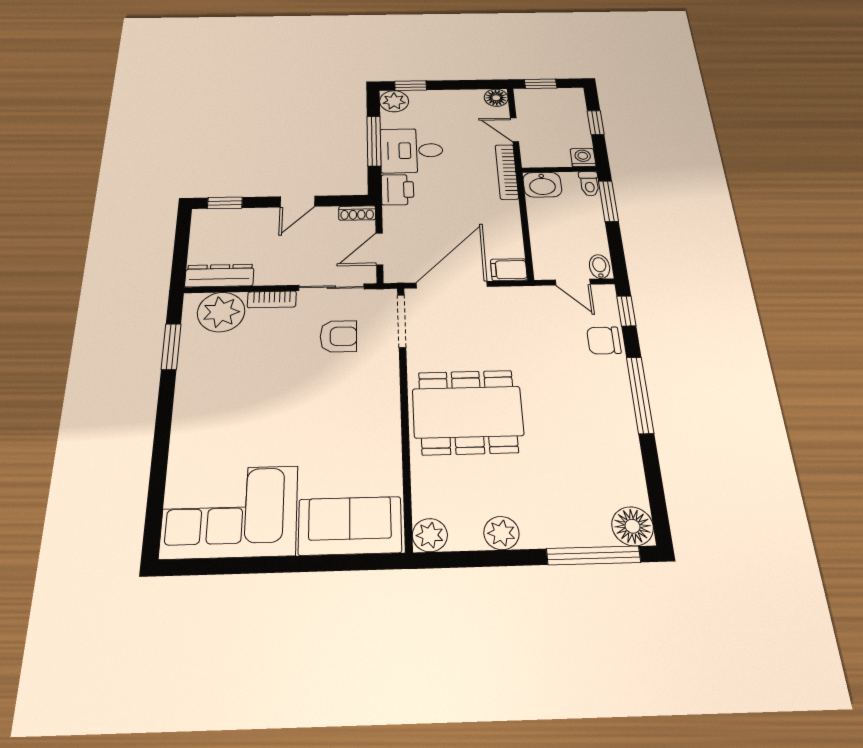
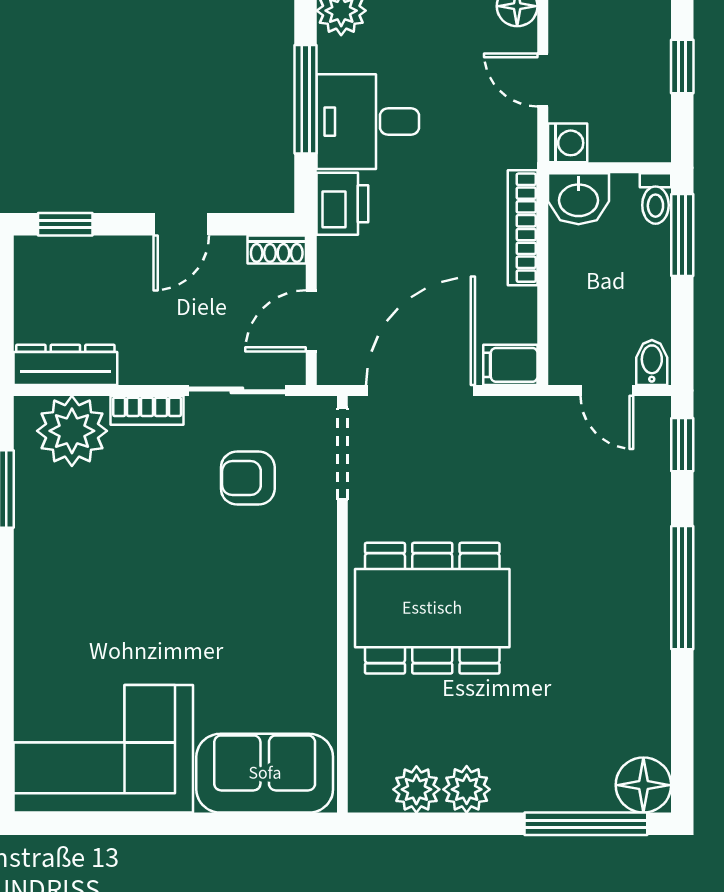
washing machine: (583, 158) -> (568, 143), moved, turned 90
bookcase: (507, 172) -> (523, 228), moved
armchair: (338, 336) -> (248, 478), turned 180
chair: (604, 340) -> (642, 495), removed
plant: (430, 535) -> (416, 789), moved

